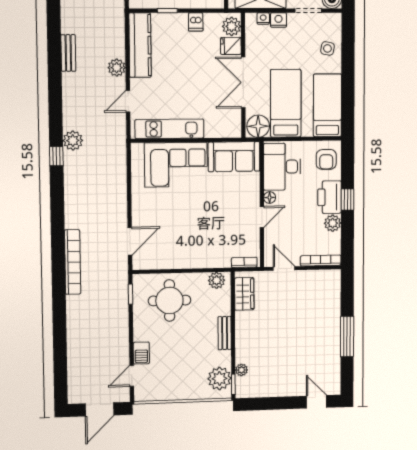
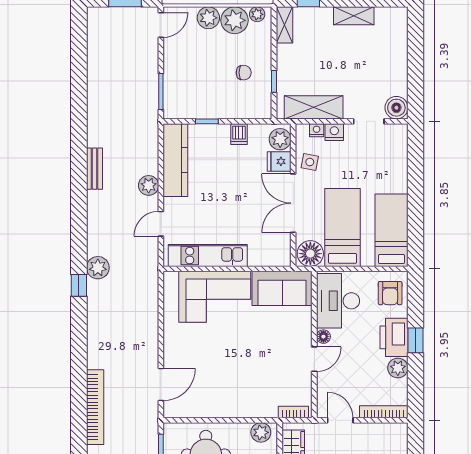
side table: (327, 48) -> (310, 162), moved

